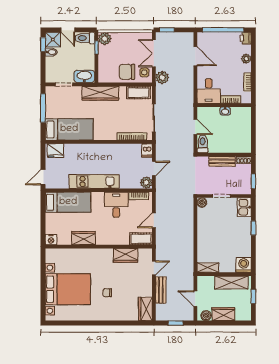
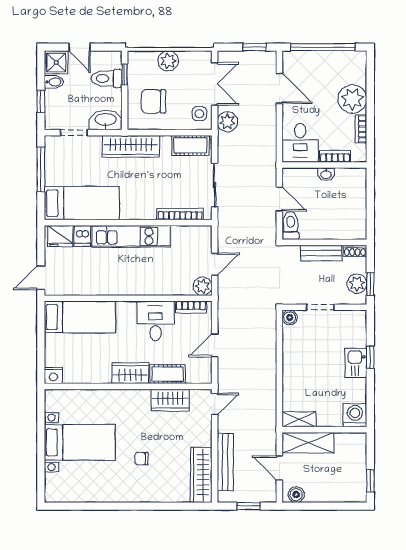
window: (167, 30) -> (254, 47), moved
toilet: (85, 38) -> (107, 78), moved
printer: (246, 38) -> (358, 60), removed
plant: (105, 39) -> (168, 61), moved
window: (43, 45) -> (41, 101), moved
double door: (154, 53) -> (215, 84), swing flipped
plant: (246, 59) -> (352, 99), width x1.88, depth x1.88
chair: (127, 72) -> (153, 101), moved
dishwasher: (147, 150) -> (82, 236), moved
kitchen unit: (94, 181) -> (131, 236), moved, turned 180
plant: (245, 181) -> (357, 284), added
kitchen sink: (244, 207) -> (356, 363), moved
wardrobe: (83, 238) -> (130, 373), moved
cot: (141, 239) -> (168, 374), moved
door: (154, 268) -> (215, 404), moved
shelving: (231, 283) -> (308, 443), moved
bed with nightstands: (68, 289) -> (80, 442), width x0.73
bench: (161, 290) -> (225, 462), width x1.36
window: (253, 296) -> (370, 481), moved
wardrobe: (145, 309) -> (201, 475), width x1.50
wardrobe: (223, 314) -> (323, 492), removed

